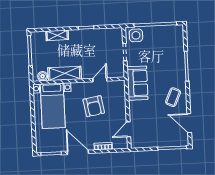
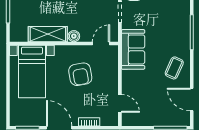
boiler: (43, 76) -> (74, 36), moved
door: (100, 80) -> (101, 43), moved
door: (128, 129) -> (120, 103), swing flipped

